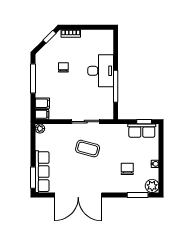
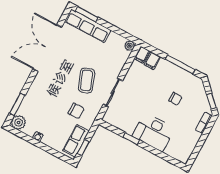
window: (116, 86) -> (131, 139), width x0.46
coffee table: (88, 149) -> (87, 80), turned -36
chair: (127, 169) -> (76, 111), moved

